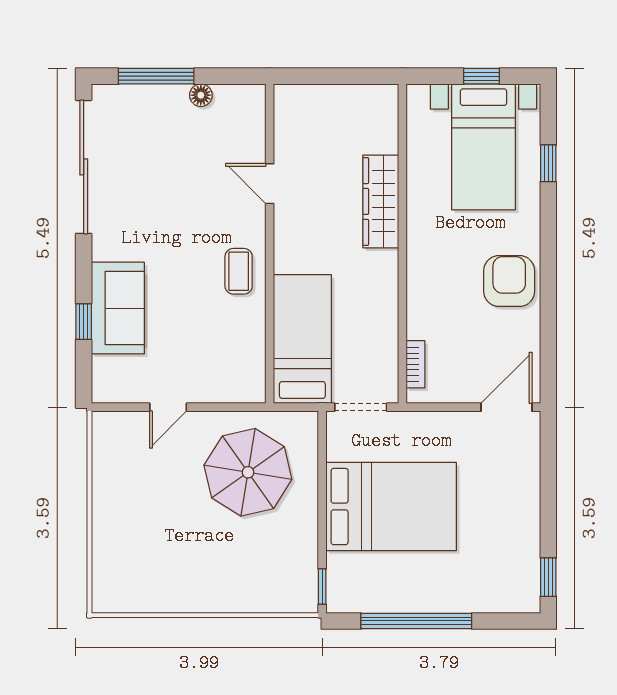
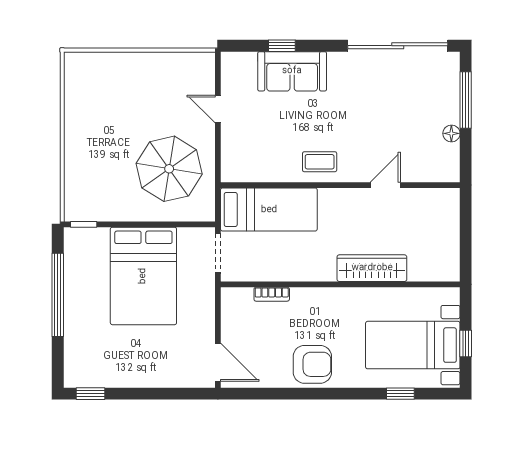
bookcase: (415, 364) -> (272, 294), moved

